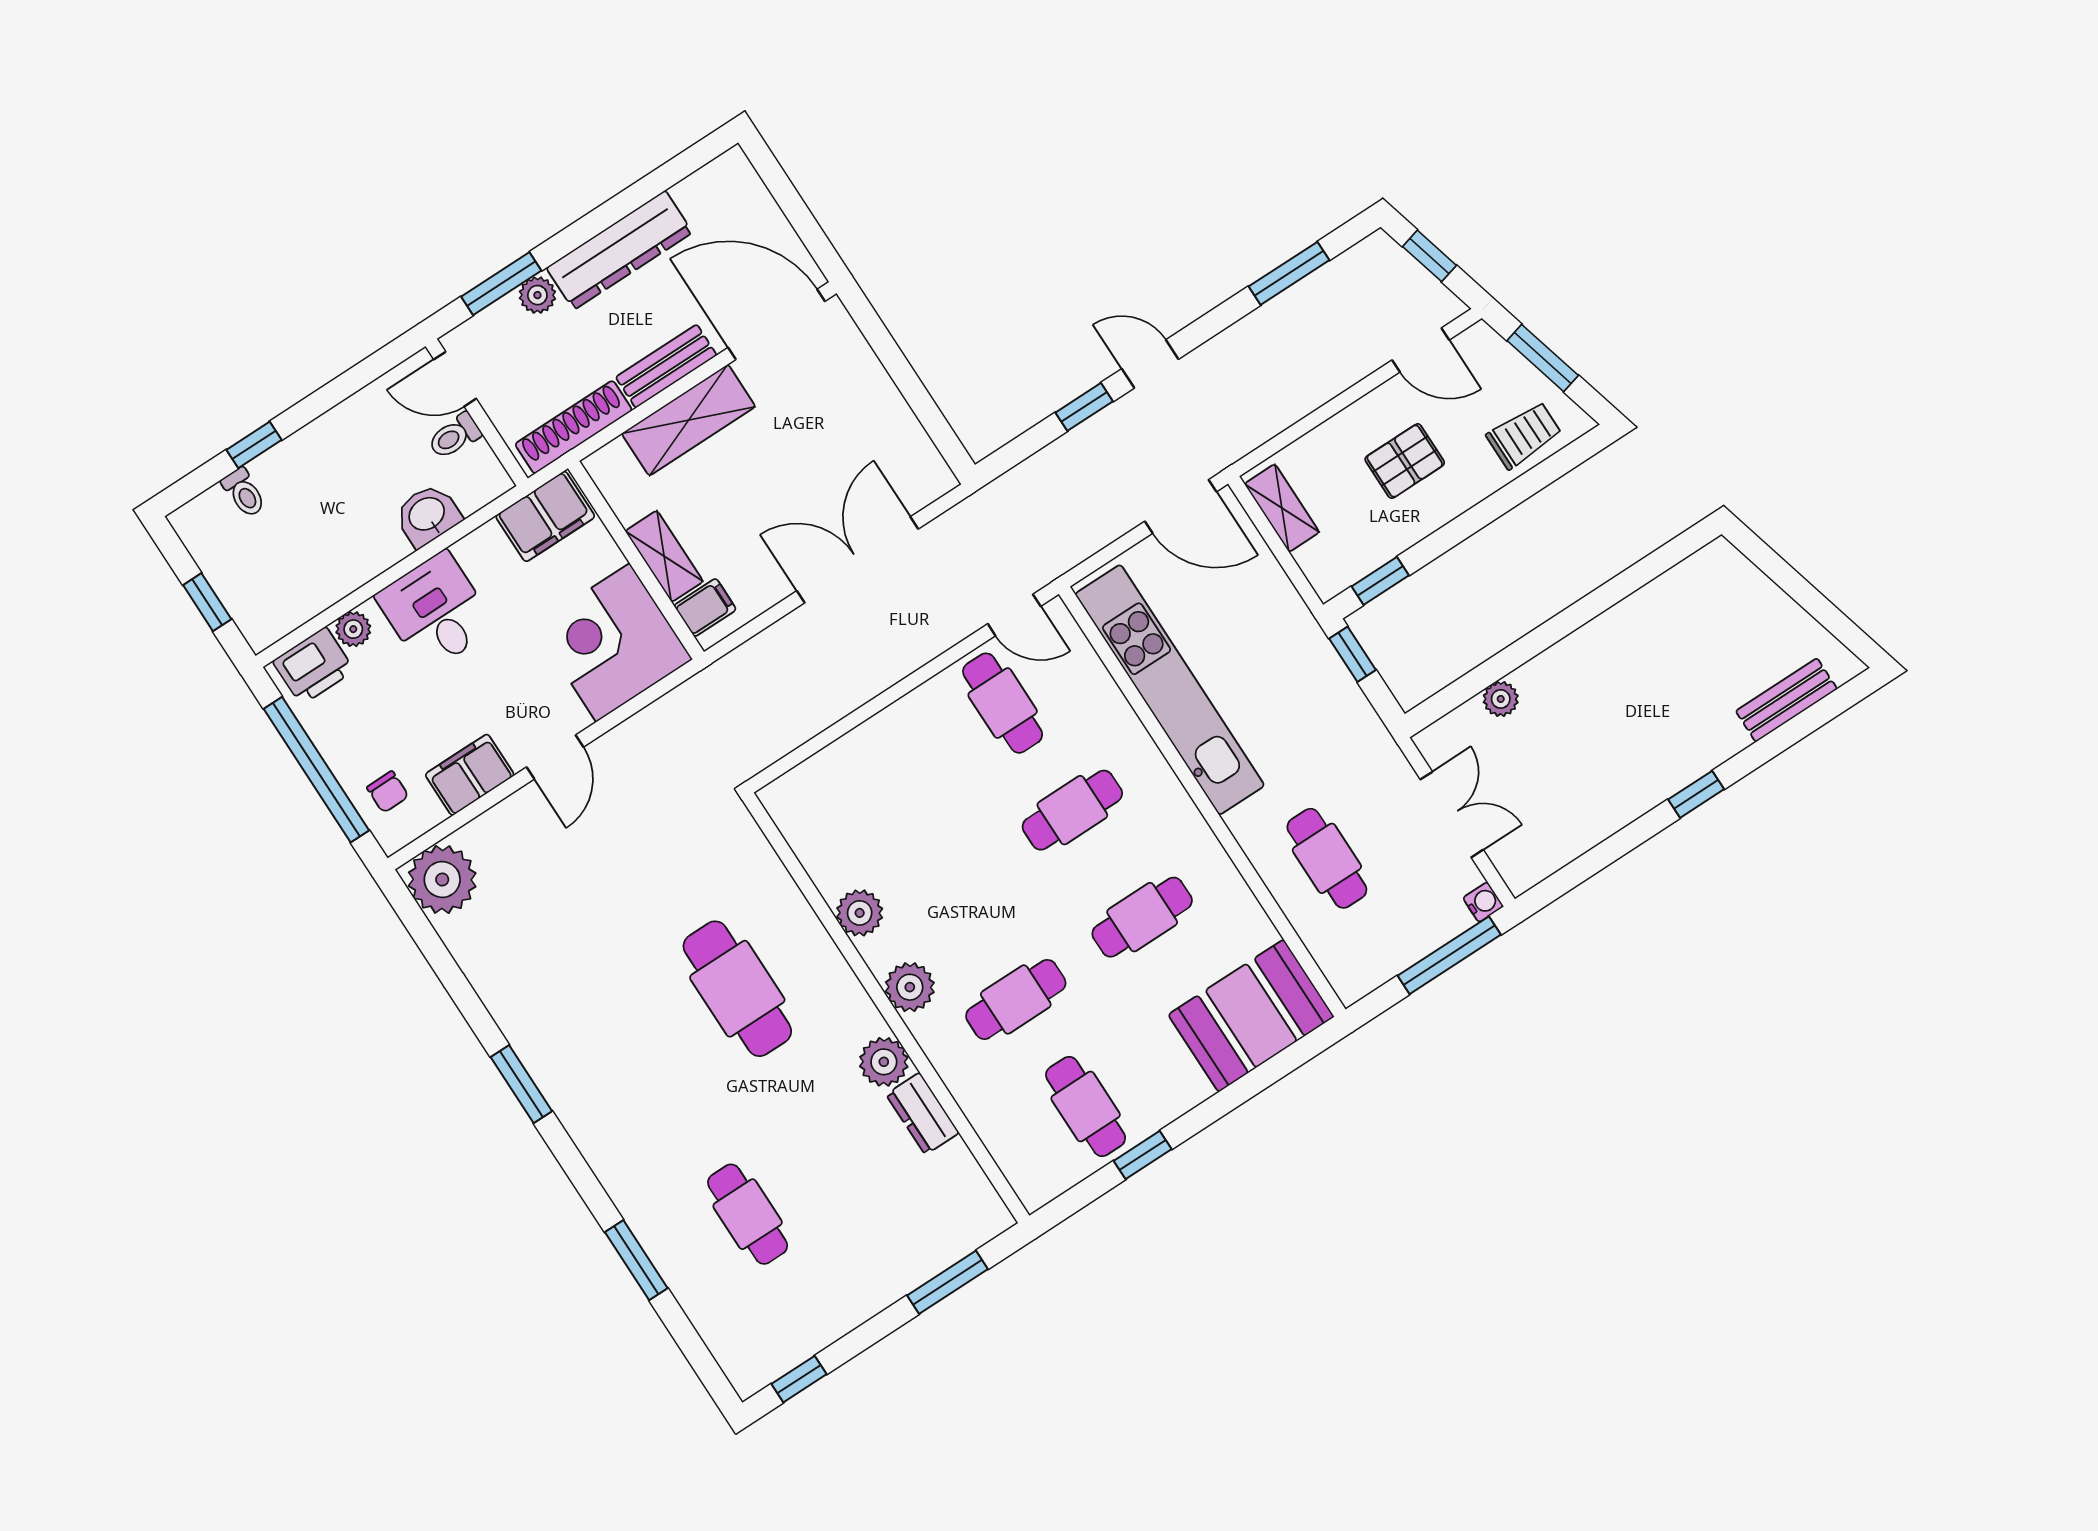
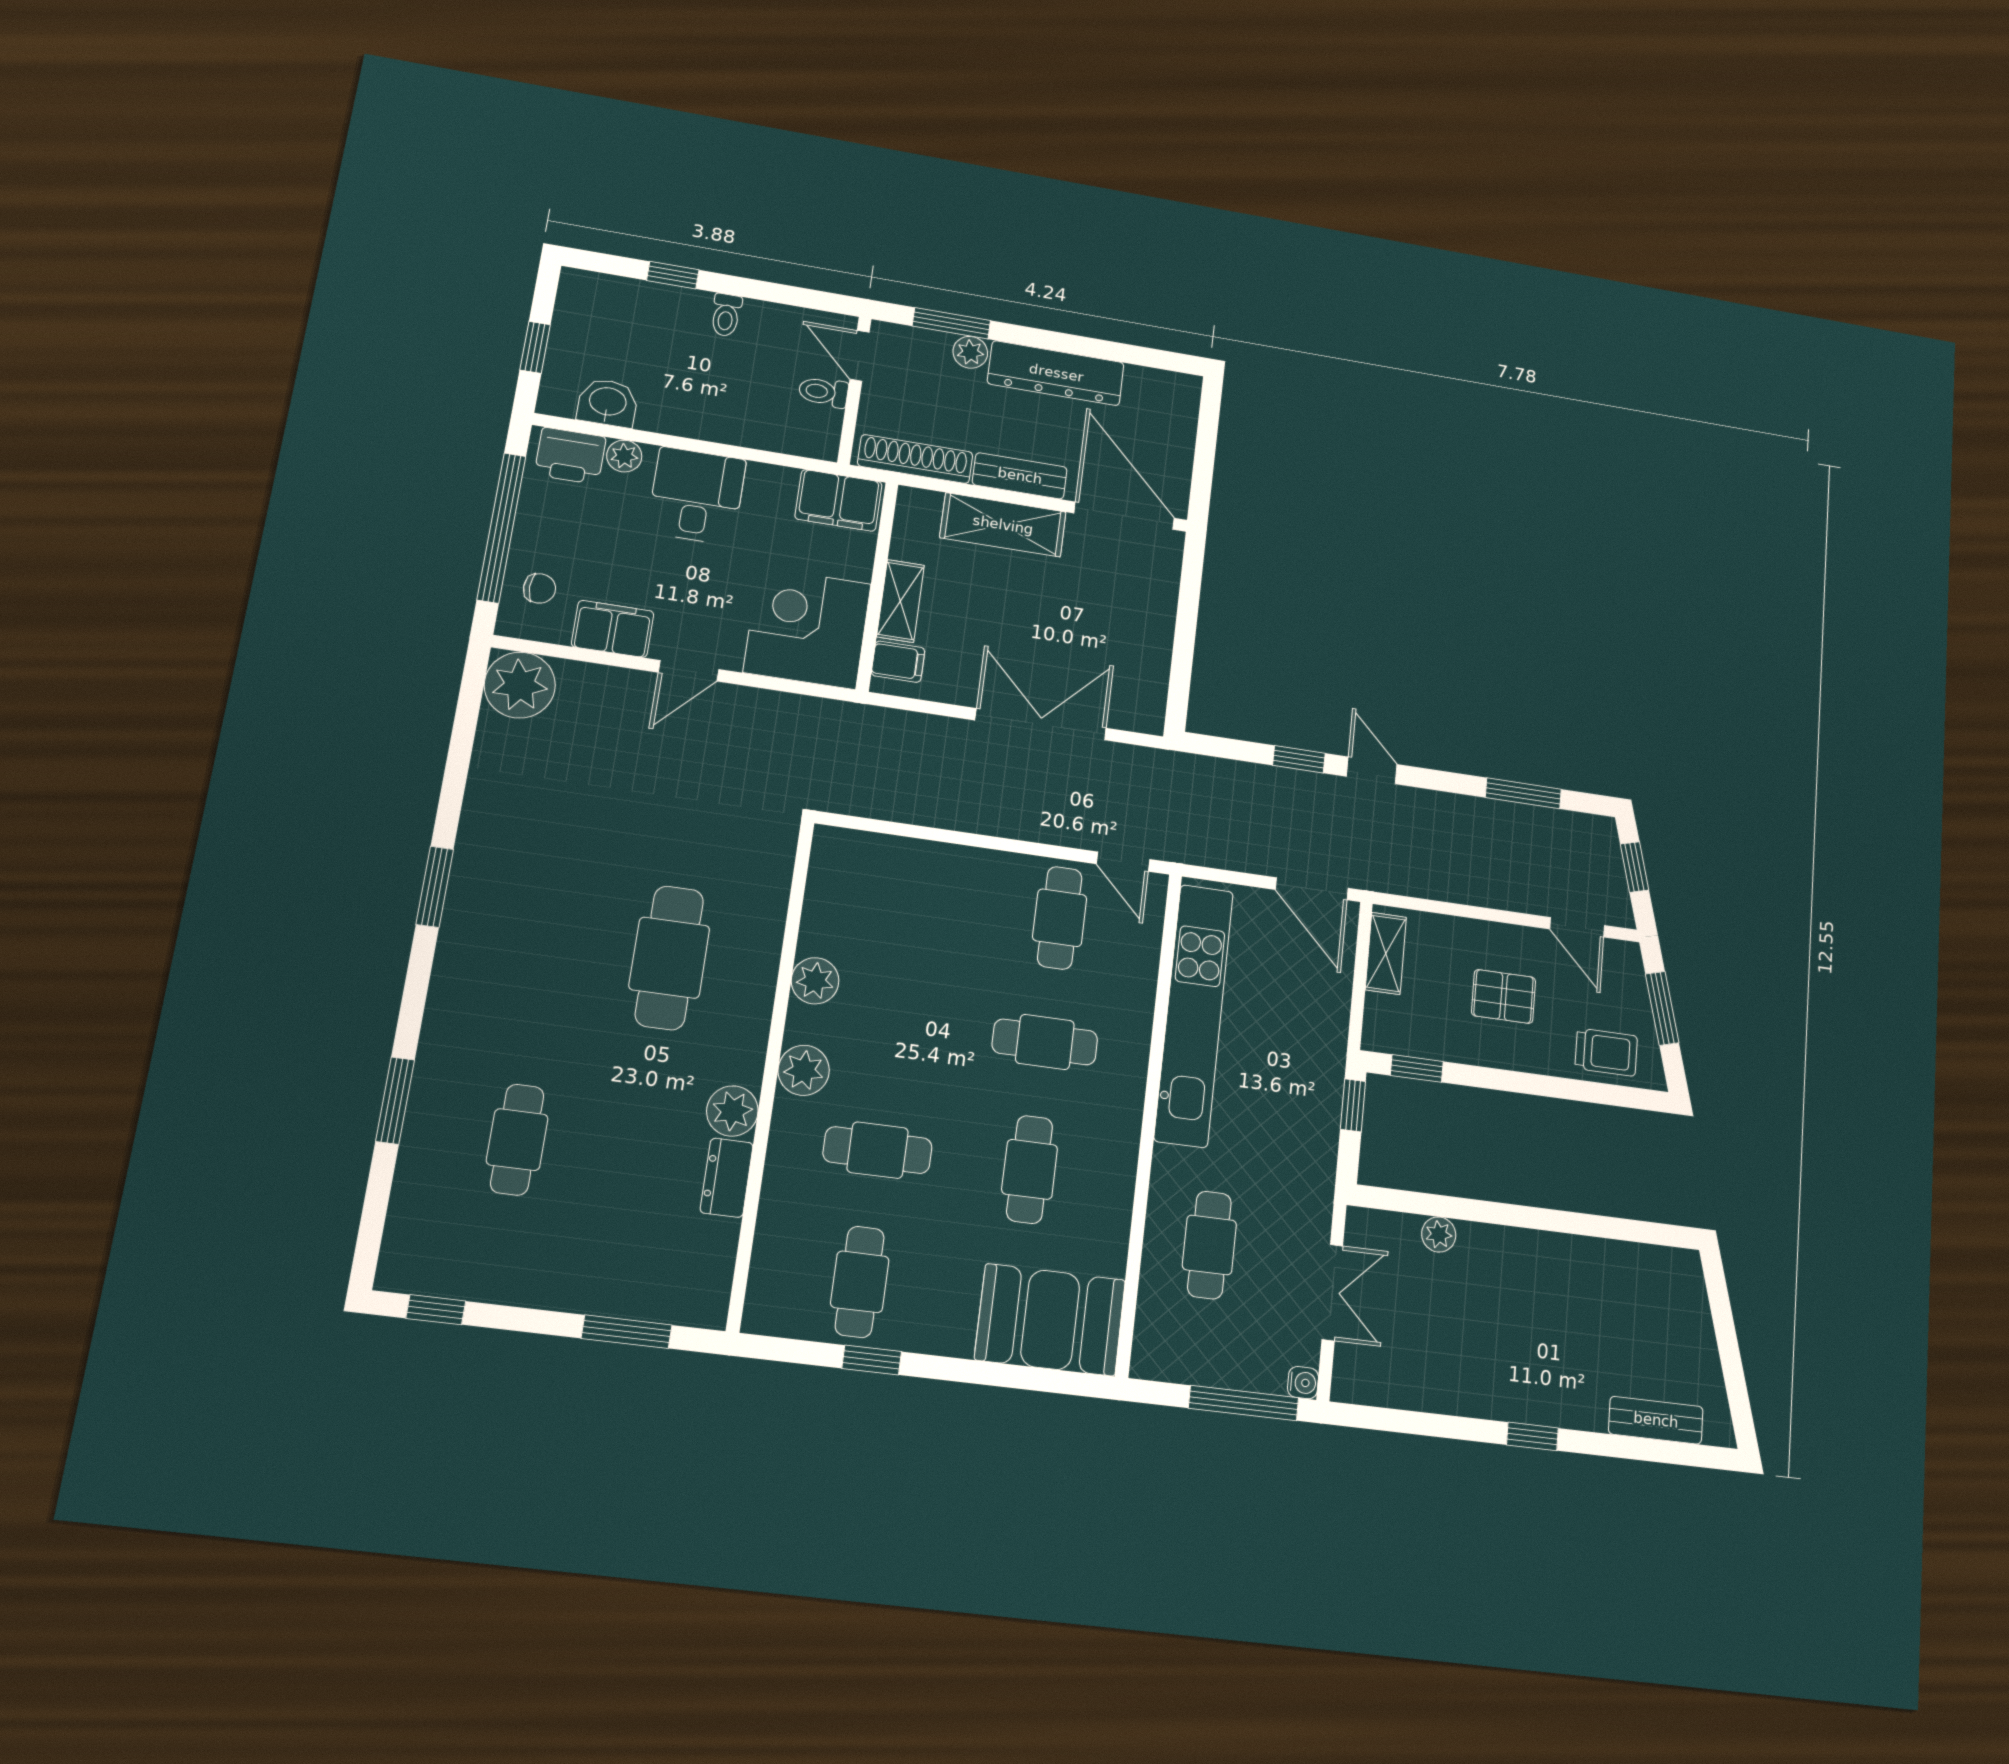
toilet: (244, 493) -> (726, 315), moved
washbasin: (427, 515) -> (608, 403), moved
chair: (388, 792) -> (540, 588), turned -90
cafe table: (1142, 917) -> (1030, 1169), turned 90

